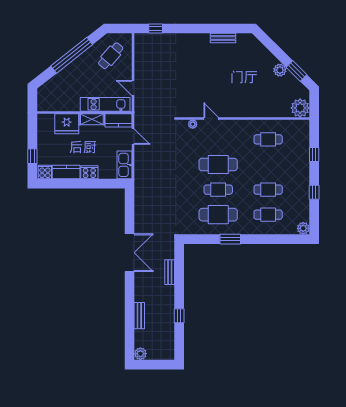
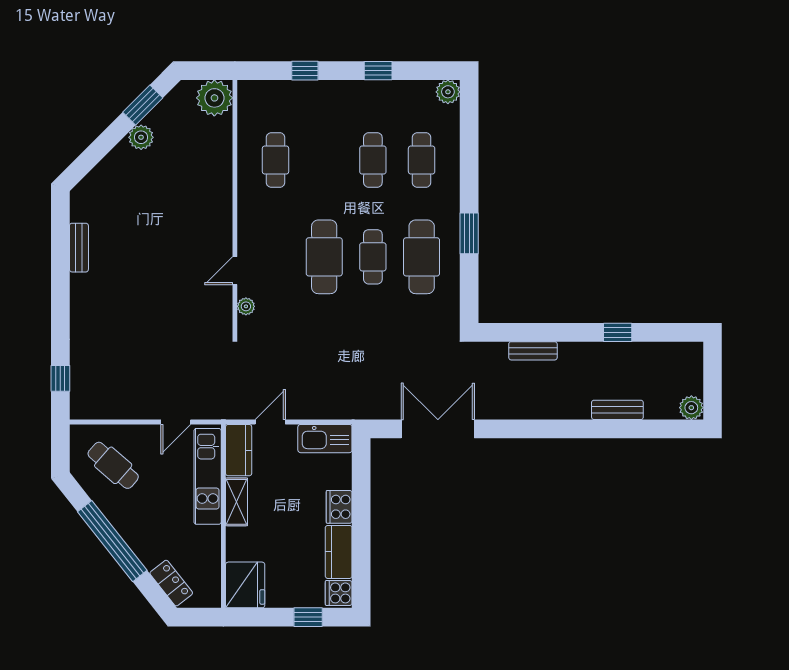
locker: (50, 86) -> (171, 583), added
fridge: (67, 124) -> (245, 585), moved
double door: (130, 253) -> (438, 429), moved

